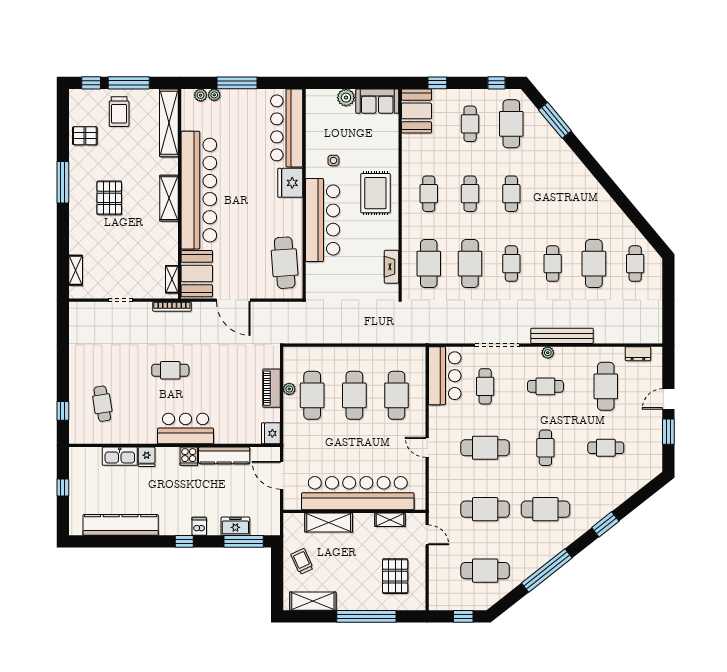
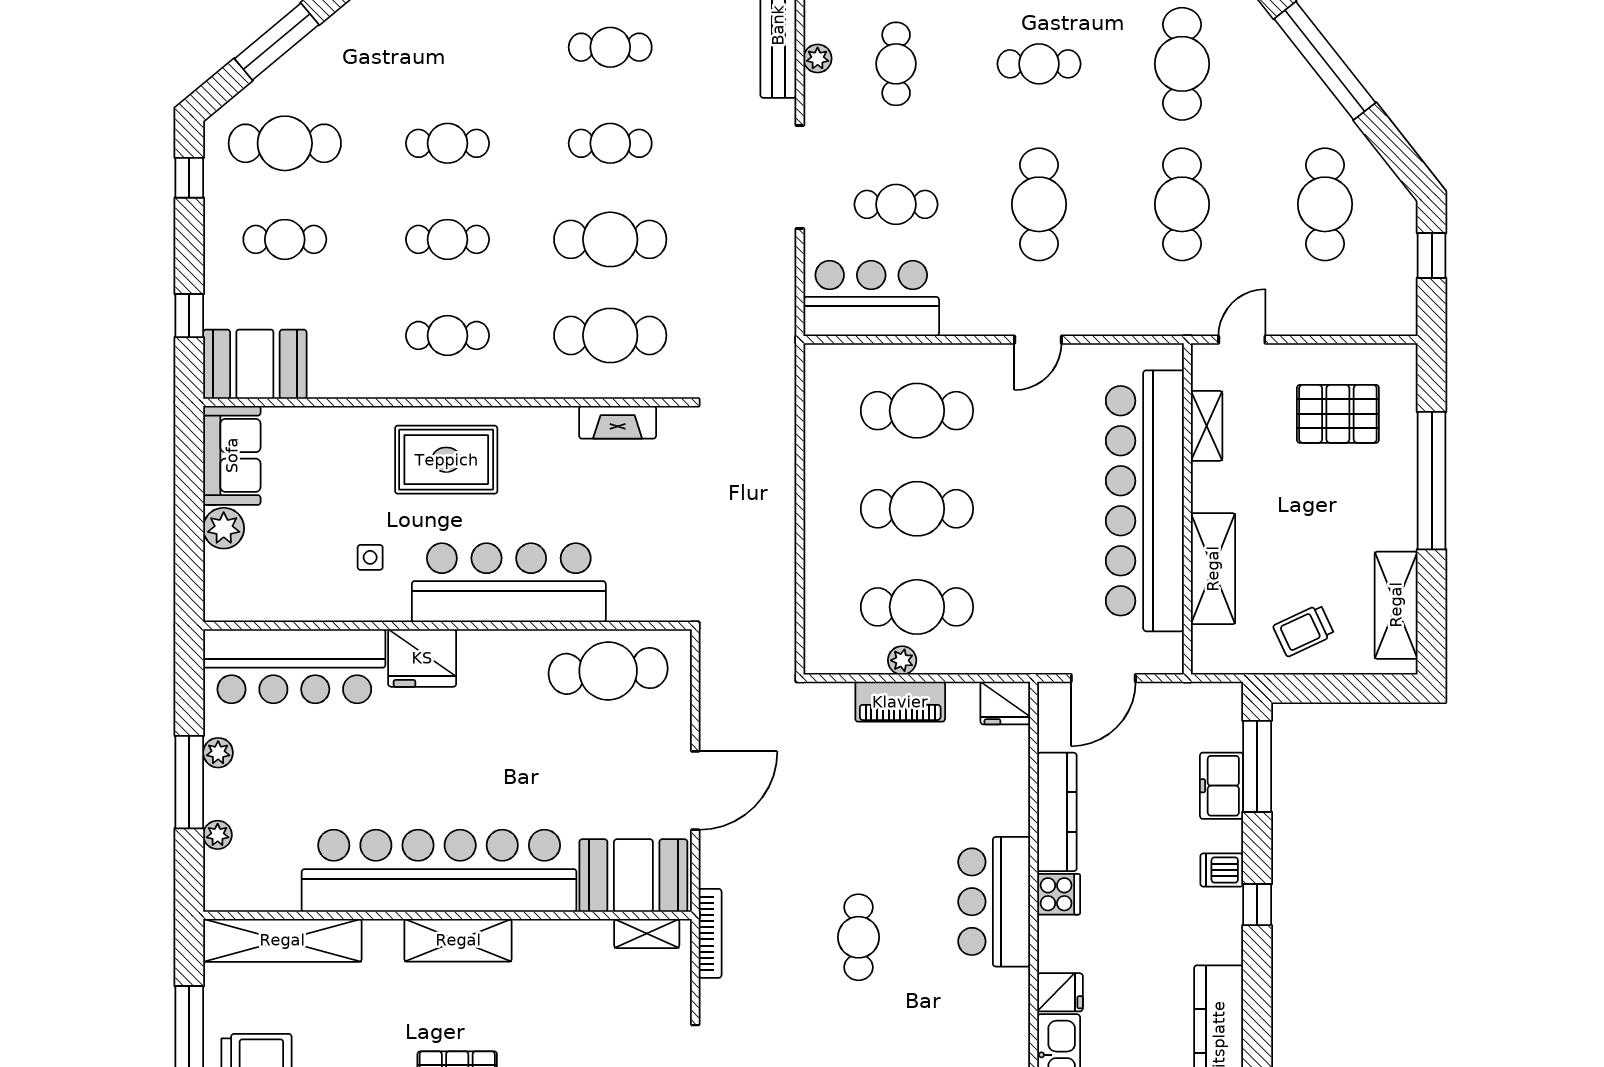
plant: (201, 95) -> (218, 753), moved

